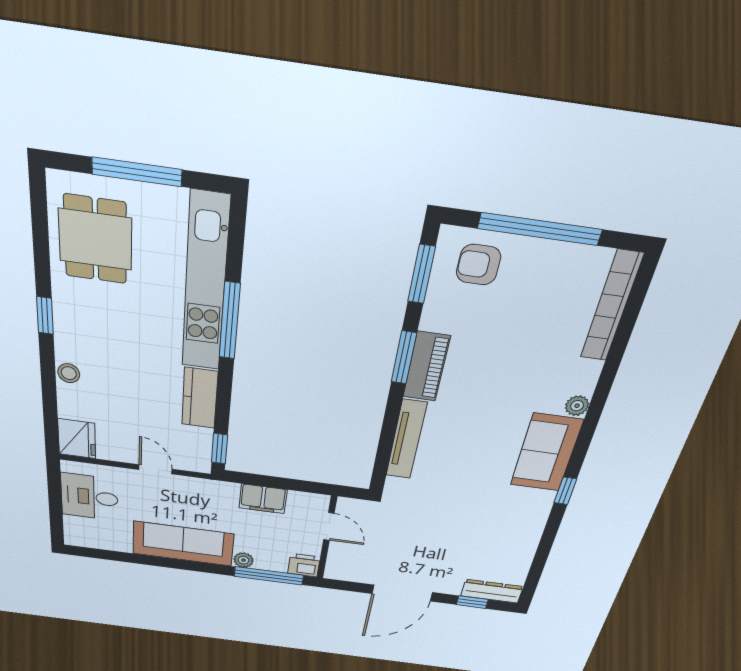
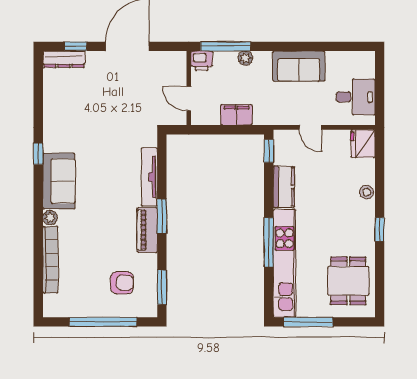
window: (137, 172) -> (309, 322), moved
armchair: (478, 265) -> (122, 283), moved
bookcase: (611, 307) -> (50, 260), moved
window: (404, 357) -> (162, 216), moved
sofa: (183, 544) -> (299, 66), width x0.73

